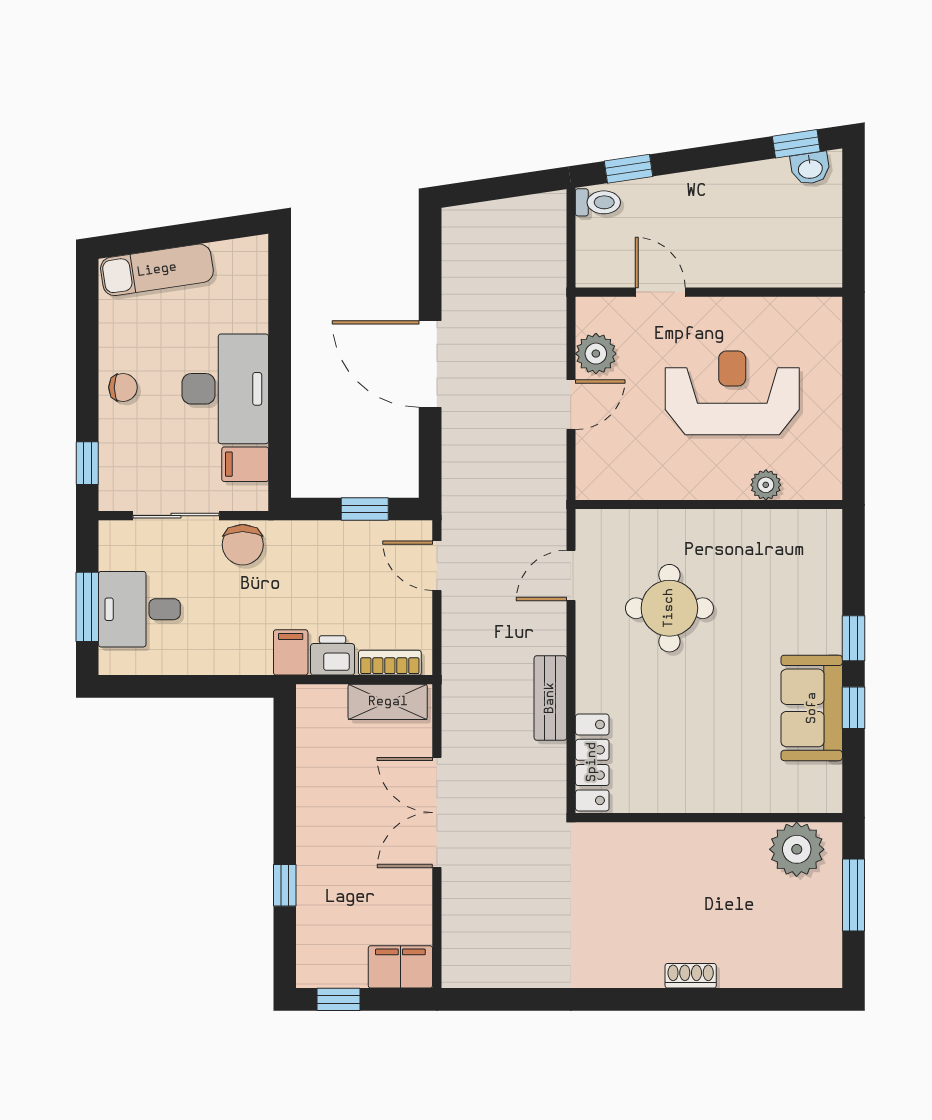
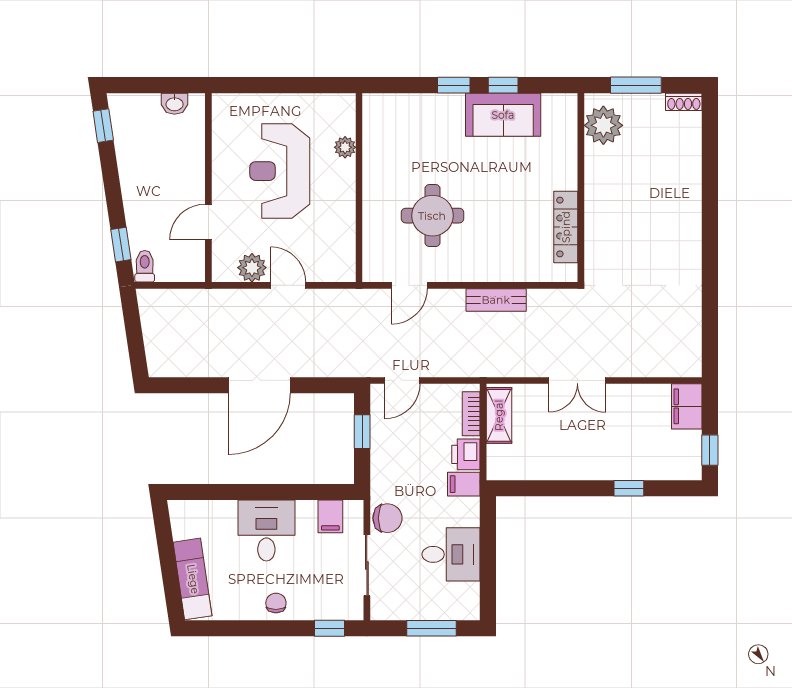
washbasin: (810, 168) -> (175, 104), moved, turned 98
desk: (225, 389) -> (266, 531), width x0.73
door: (571, 576) -> (409, 285), hinge flipped
desk: (139, 609) -> (451, 554), moved, turned -90
locker: (592, 762) -> (566, 227), moved, turned -90
double door: (437, 813) -> (577, 380), width x0.73
shoe rack: (691, 976) -> (684, 102), moved, turned -90

